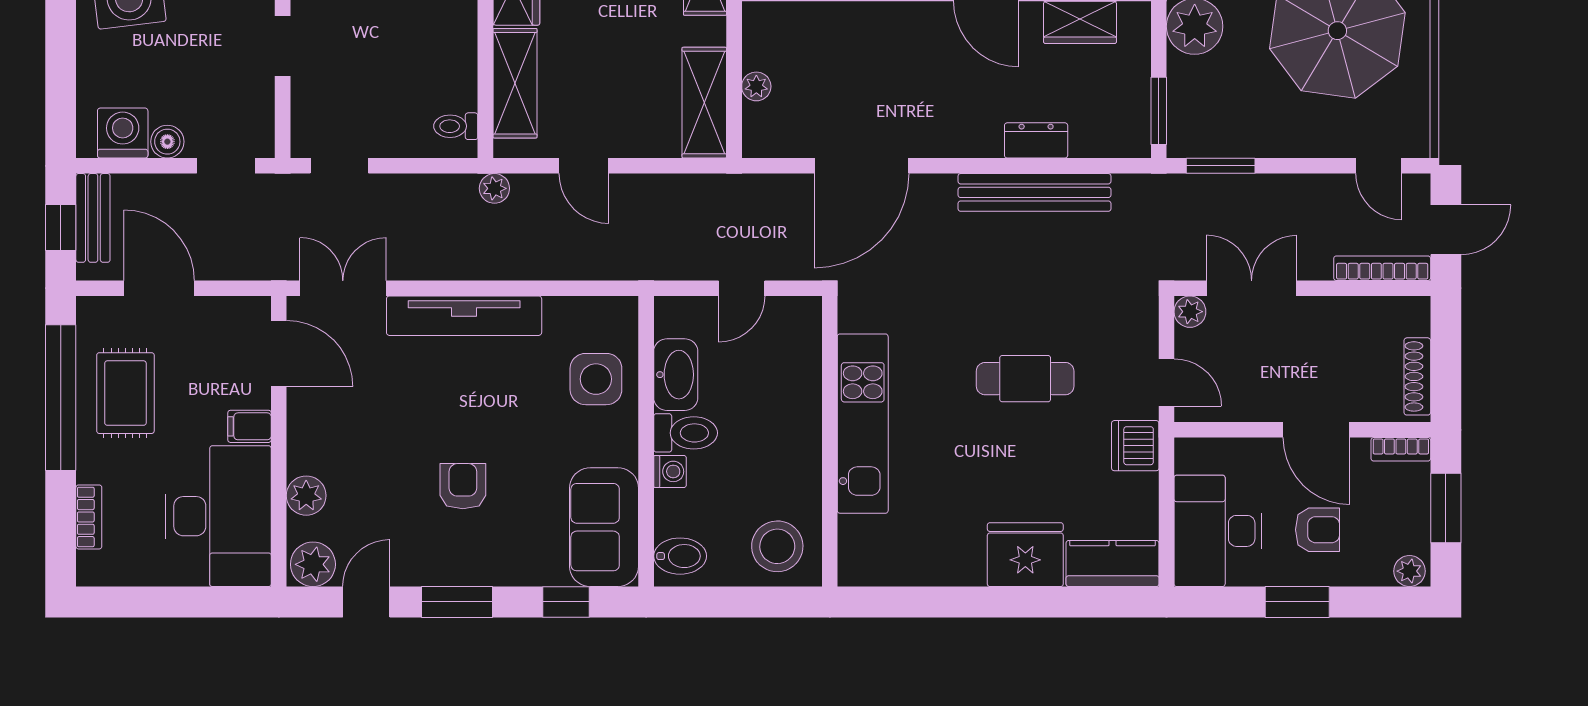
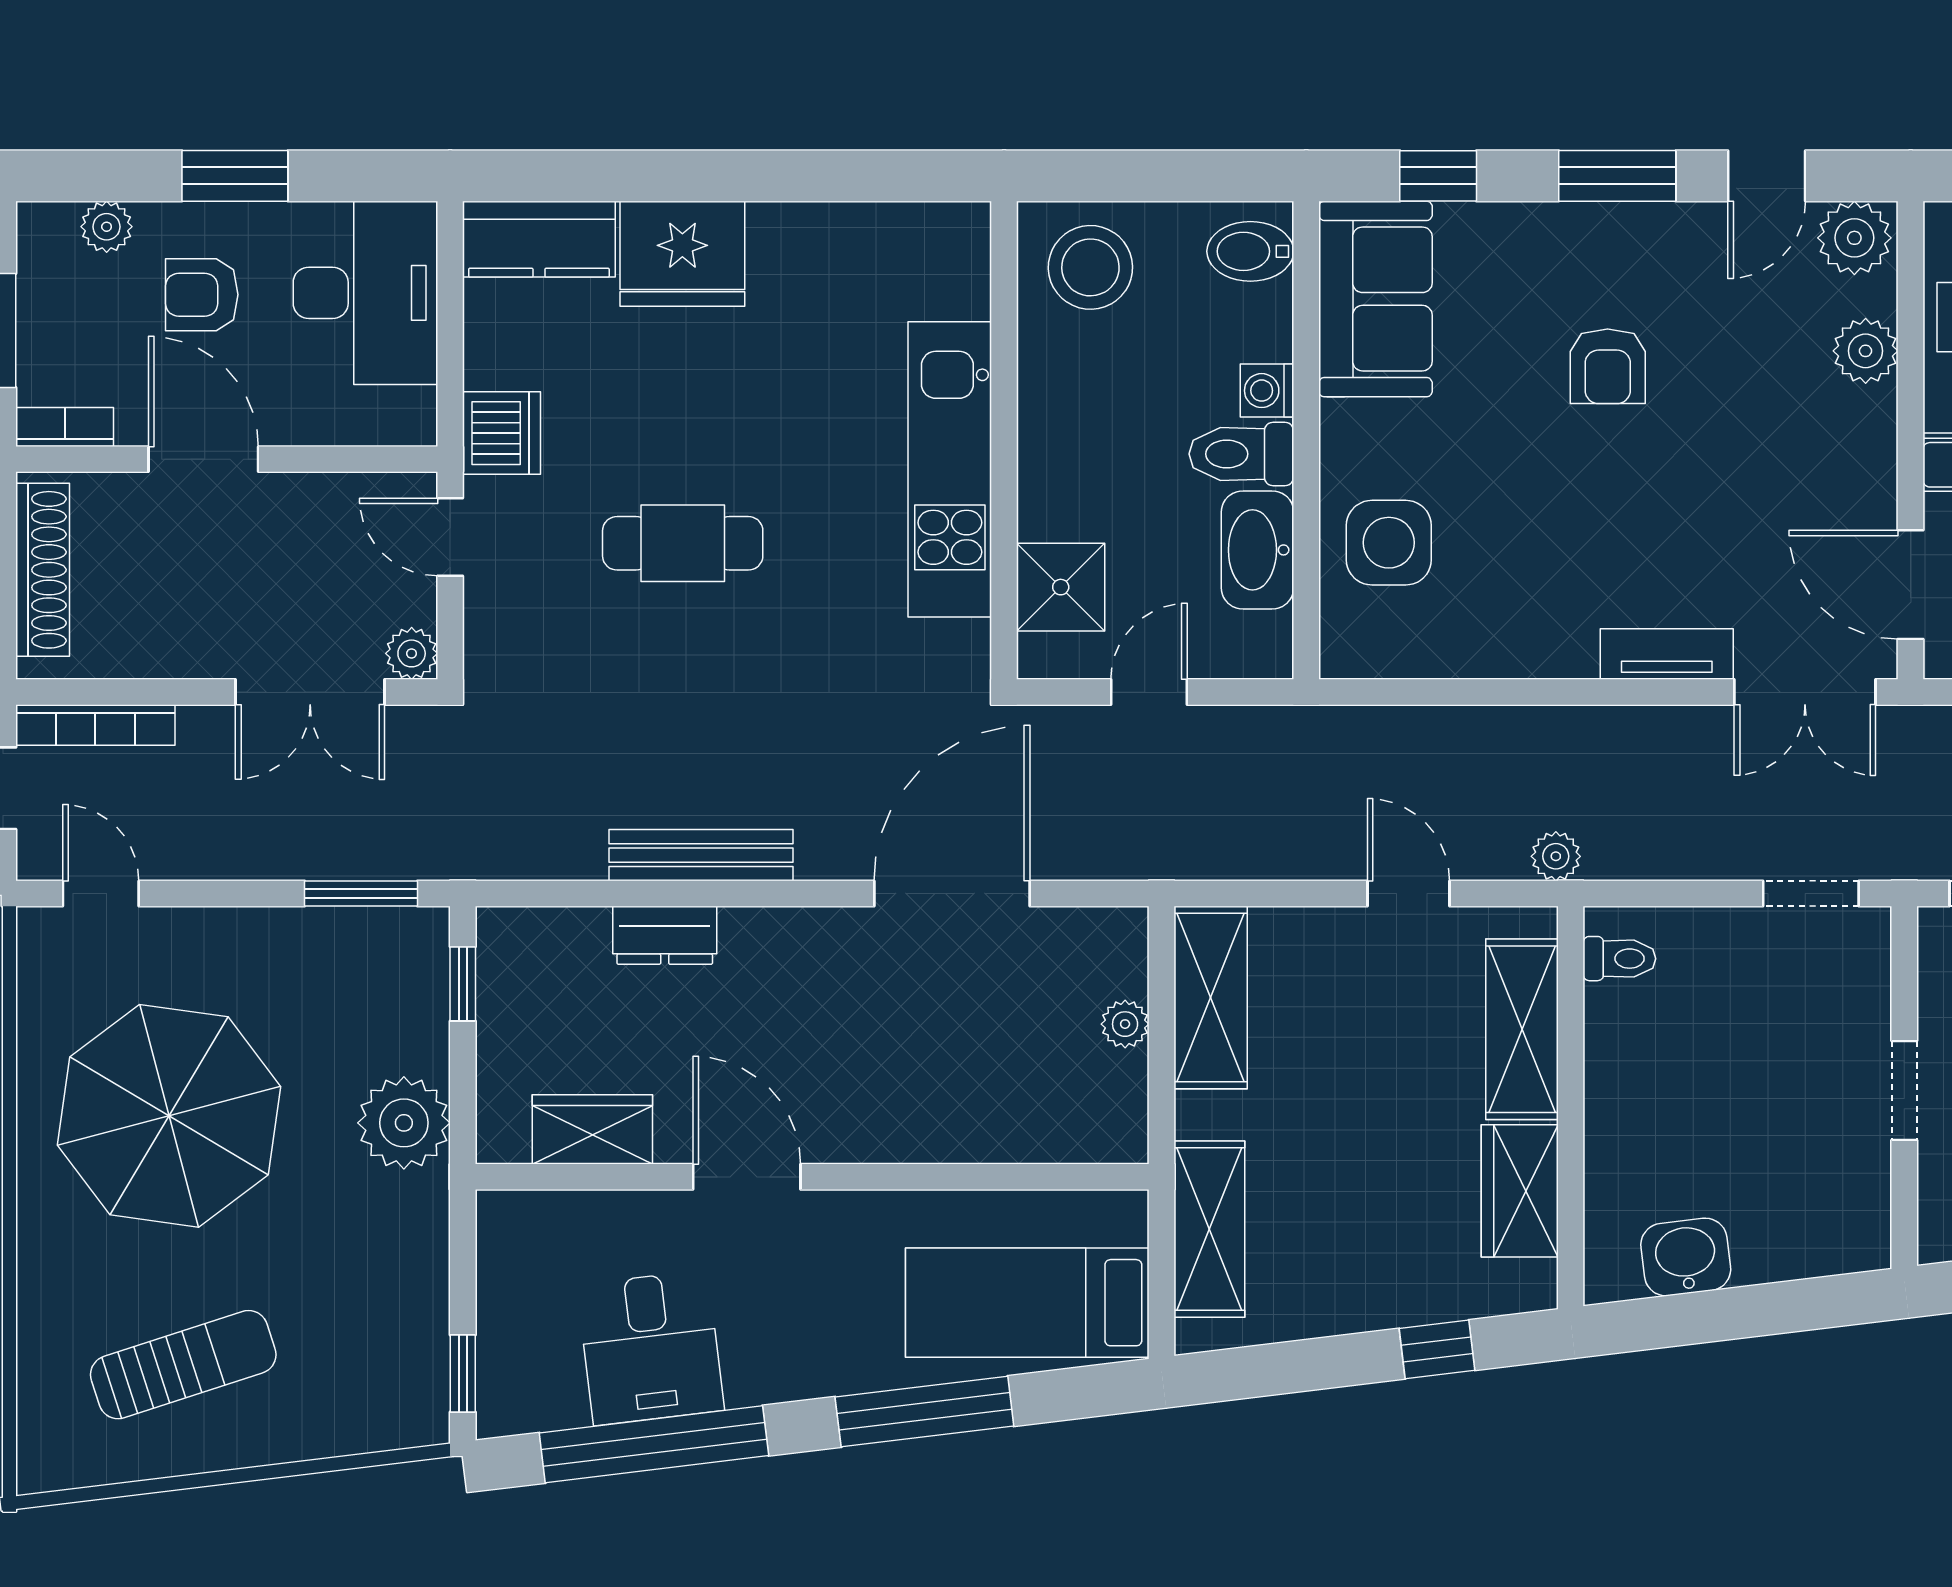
window: (1159, 111) -> (463, 984), width x0.67
bench: (1034, 192) -> (701, 855), width x0.73, depth x0.82
tv unit: (464, 316) -> (1667, 654), width x0.52, depth x0.78
shower: (795, 352) -> (1061, 587), added
shoe rack: (1417, 376) -> (43, 570), width x1.36, depth x1.24
plant: (1409, 571) -> (107, 227), moved

